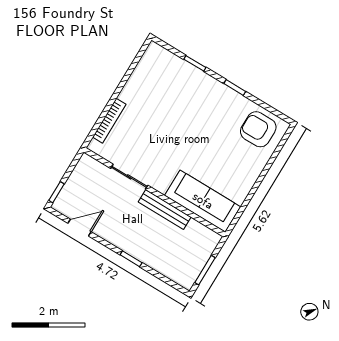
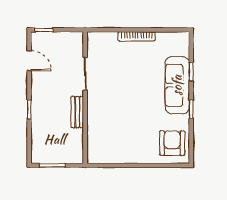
bookcase: (109, 121) -> (137, 36), moved
sofa: (203, 201) -> (177, 85), moved, turned 180
bench: (165, 210) -> (77, 112), width x0.73

